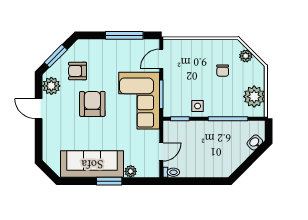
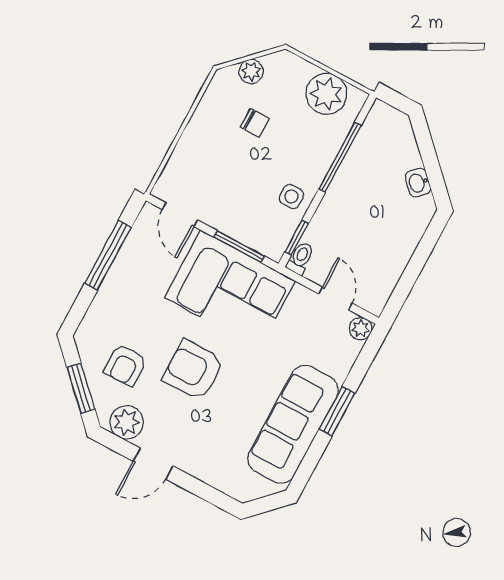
washbasin: (255, 142) -> (418, 183), moved
plant: (131, 171) -> (361, 329), moved
toilet: (171, 172) -> (300, 258), moved

